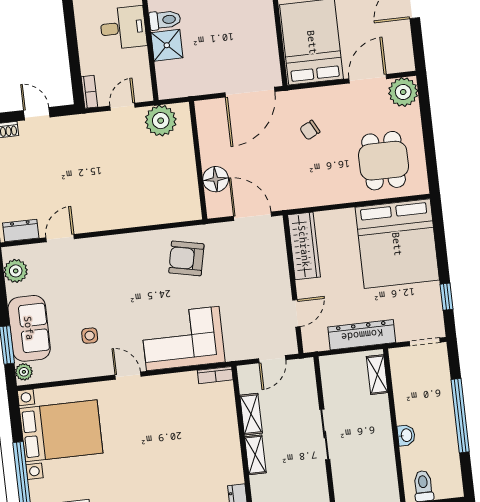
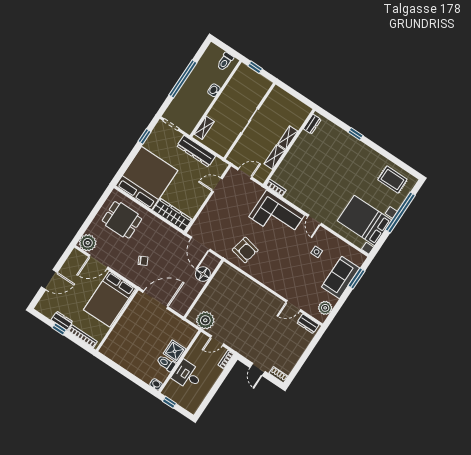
dining table: (384, 161) -> (122, 220), turned 90
wardrobe: (304, 246) -> (172, 215), moved, turned 90
plant: (24, 372) -> (359, 260), removed

